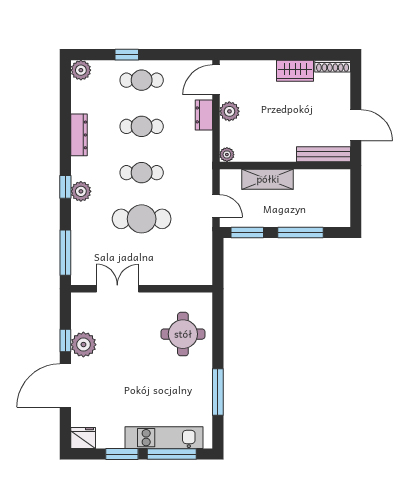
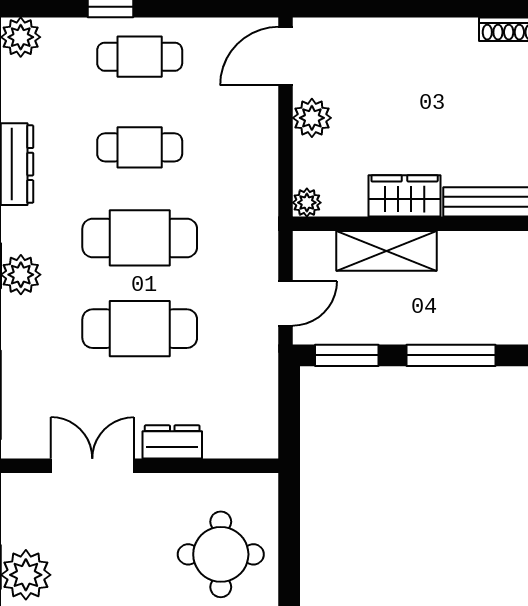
wardrobe: (295, 71) -> (405, 196), moved, turned 180
dresser: (204, 115) -> (172, 442), moved, turned 90
cafe table: (142, 173) -> (140, 238), width x1.37, depth x1.35
door: (216, 206) -> (286, 303), hinge flipped

